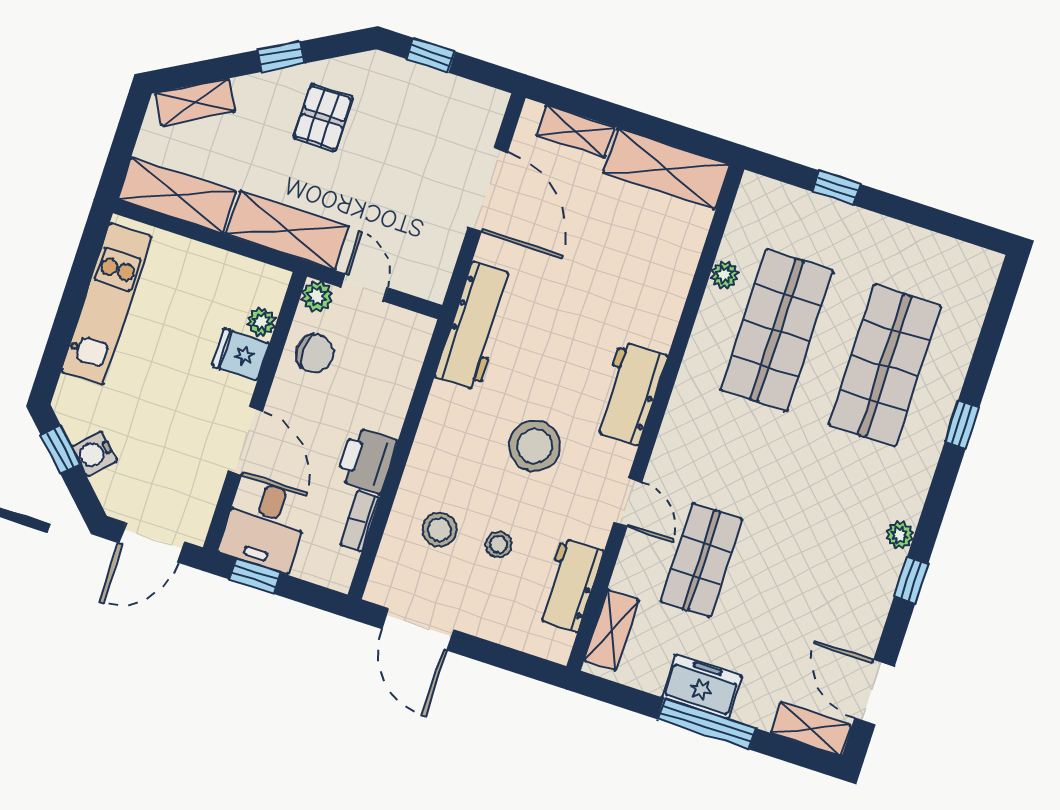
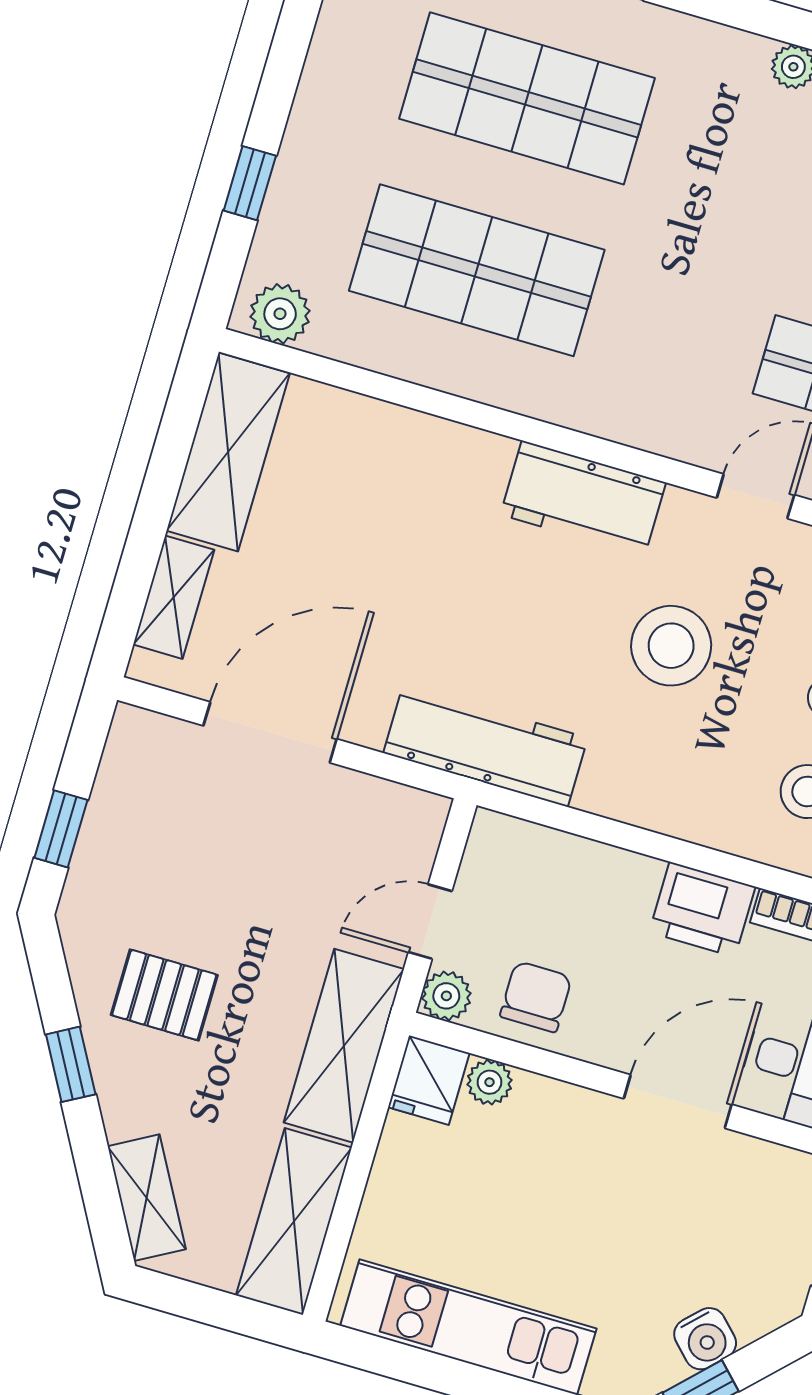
plant: (725, 275) -> (280, 314), moved, width x1.38, depth x1.38
fridge: (241, 355) -> (429, 1080), moved

